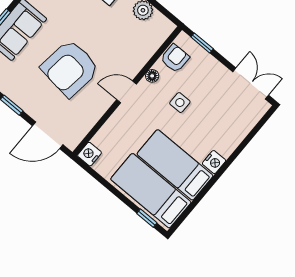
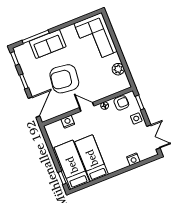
side table: (180, 103) -> (136, 118), moved
door: (48, 135) -> (34, 107), swing flipped
nightstand: (89, 154) -> (68, 122), moved
nightstand: (214, 162) -> (133, 159), moved

